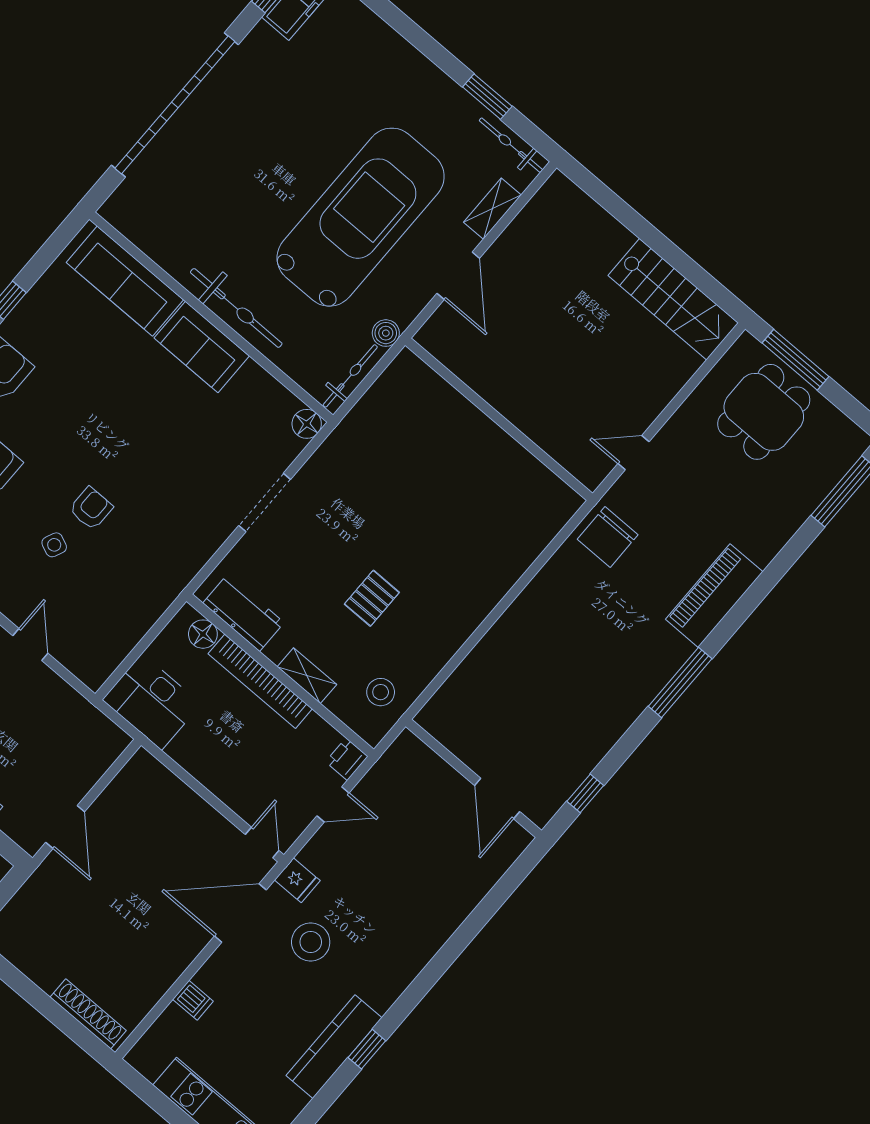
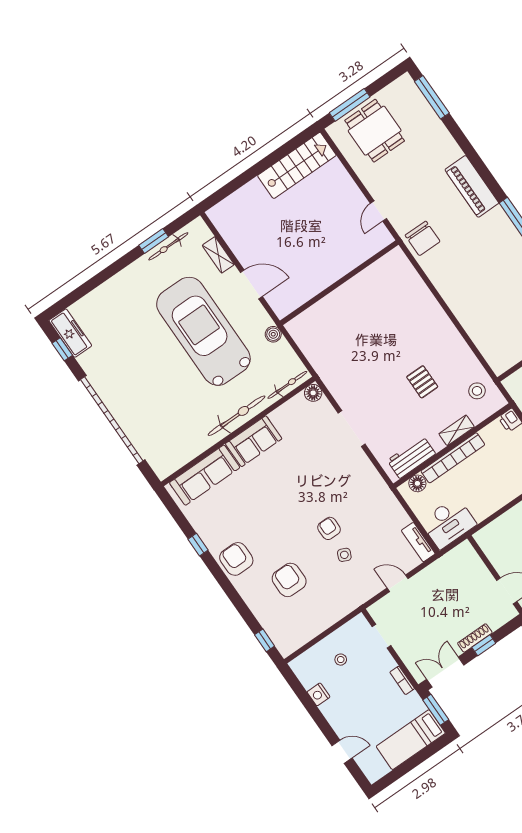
bicycle: (511, 145) -> (168, 246), moved
bicycle: (350, 376) -> (287, 385), moved, turned 90
tv unit: (107, 661) -> (418, 542), added

